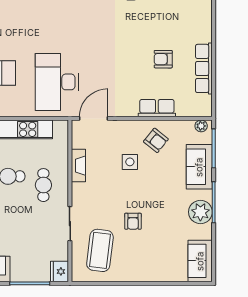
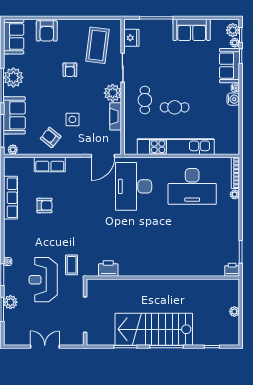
desk: (57, 82) -> (134, 186), turned 180
plant: (82, 194) -> (113, 93), added
armchair: (133, 221) -> (70, 70), turned 180
armchair: (161, 268) -> (47, 31), added
fridge: (59, 271) -> (131, 38), moved

